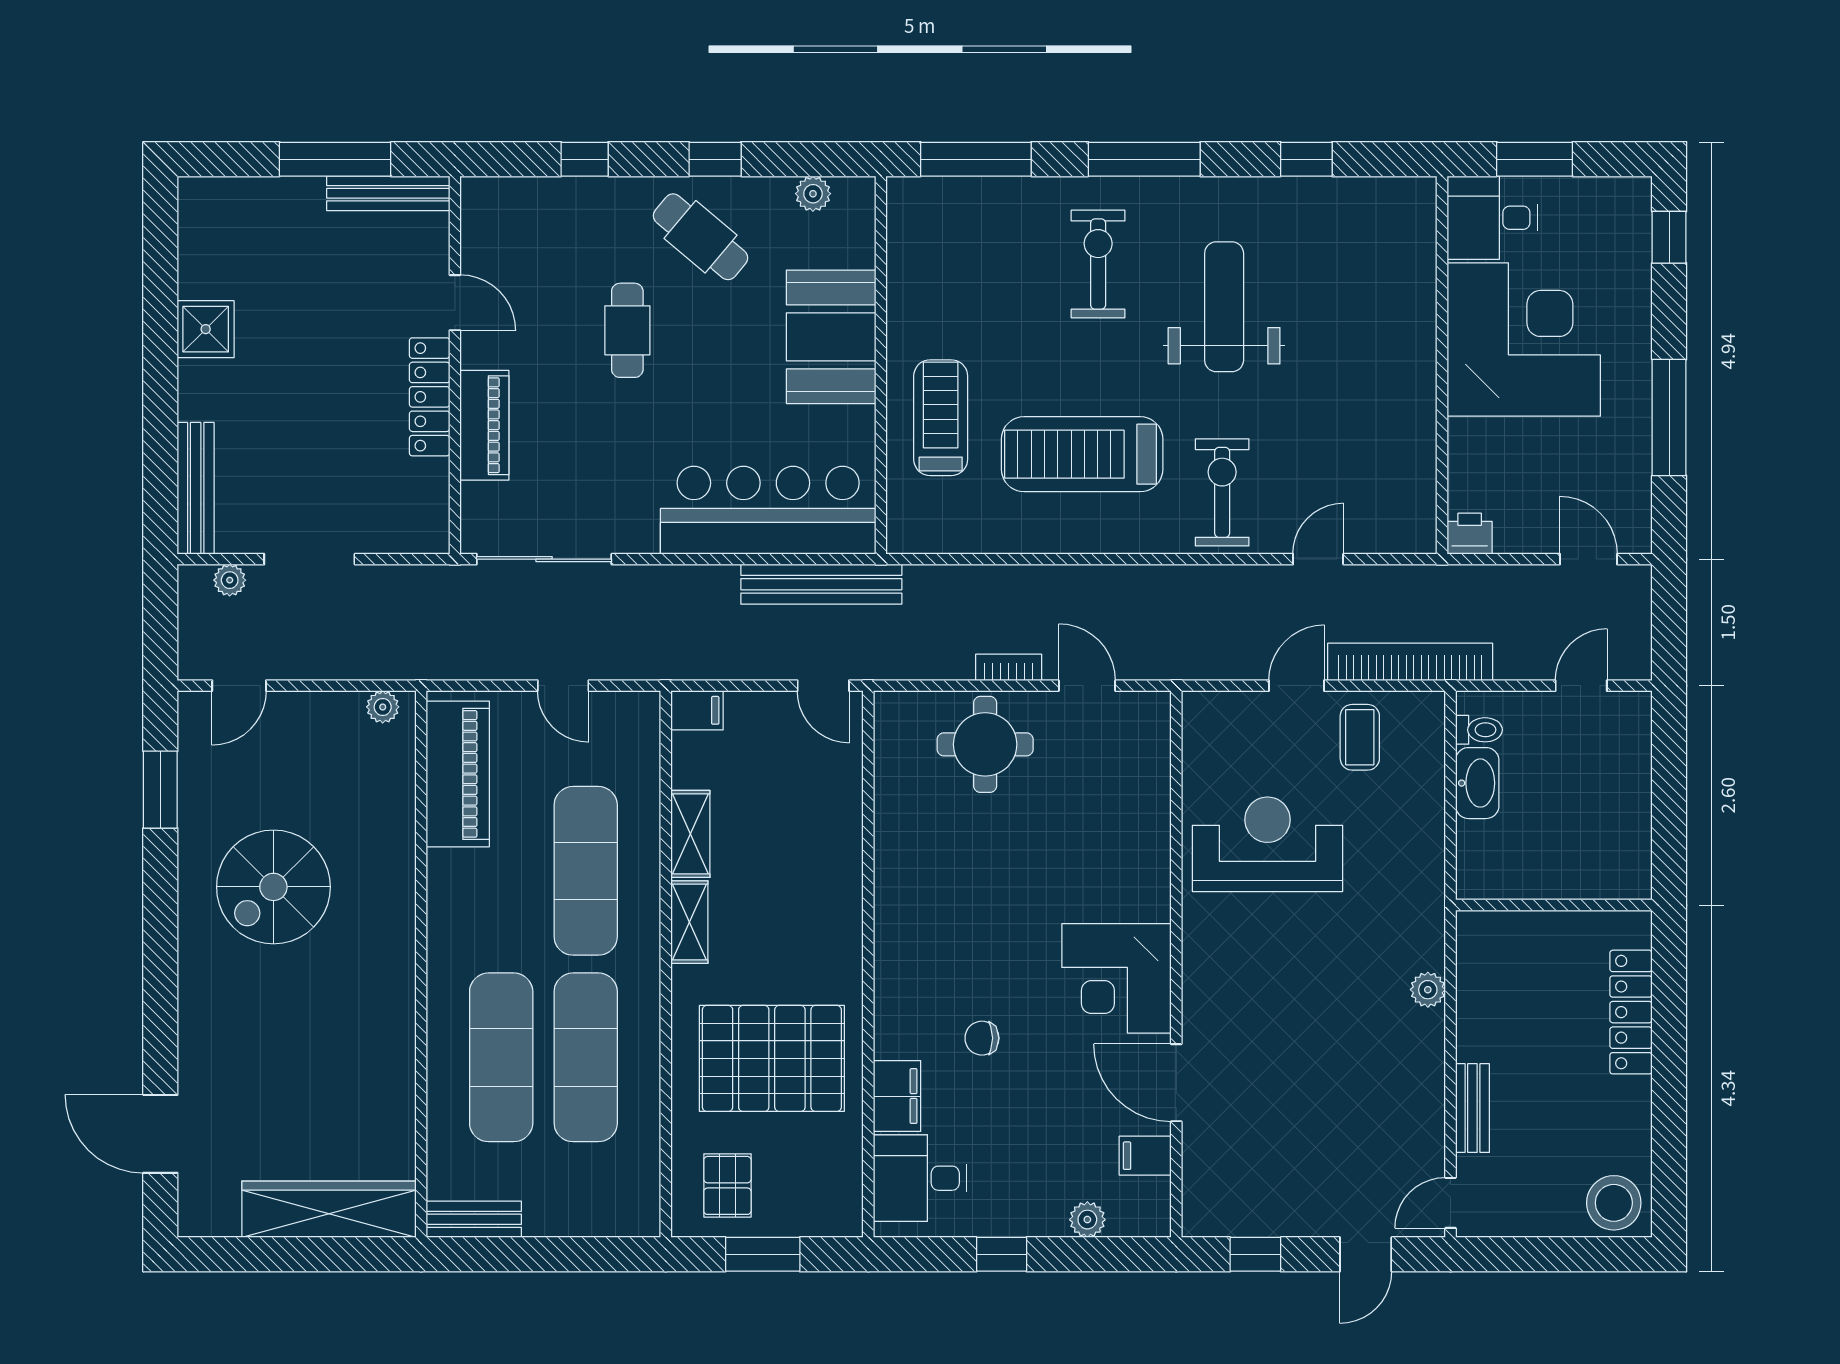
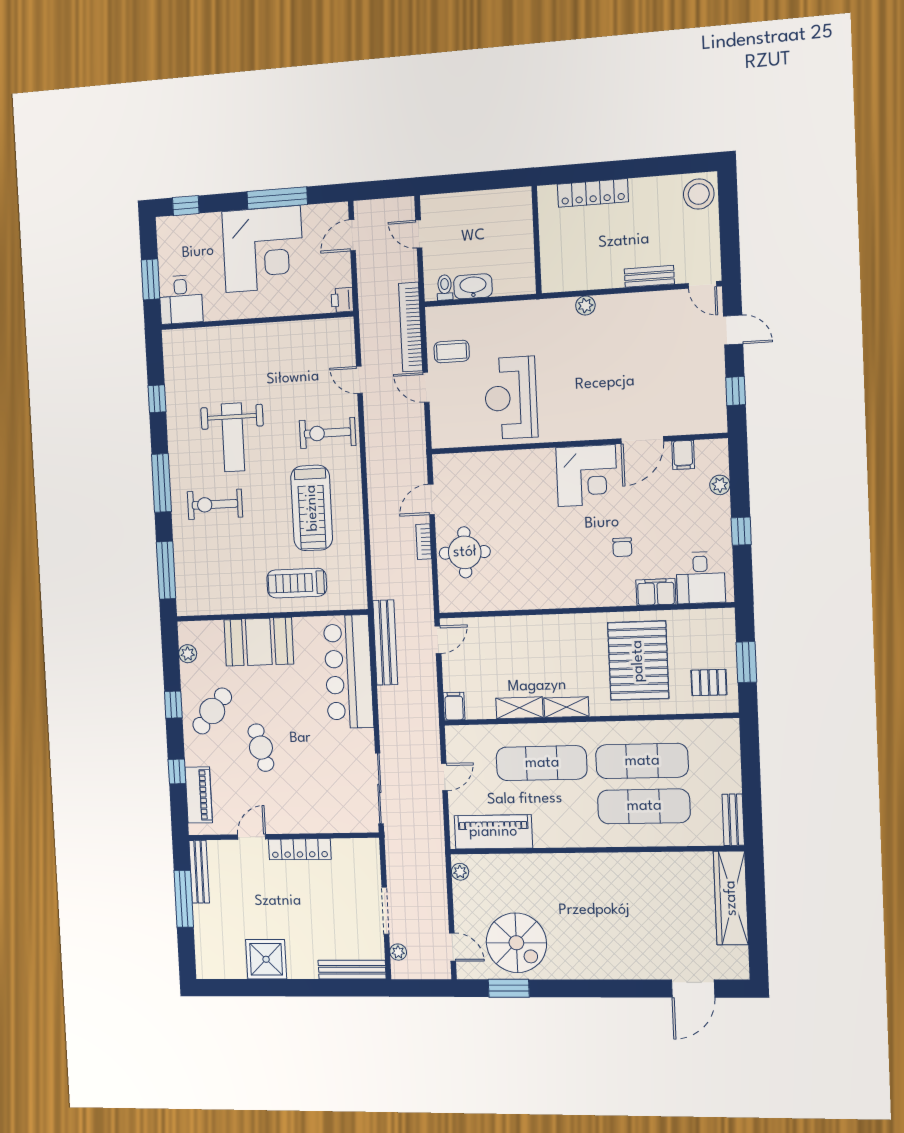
weight bench: (1224, 307) -> (233, 437), turned -90
shower: (206, 329) -> (266, 959), width x1.36, depth x1.36
cafe table: (627, 330) -> (261, 748), turned 76
corner desk: (1524, 340) -> (263, 249), moved, turned 180
piano: (484, 425) -> (199, 795), moved, turned 90
spiral stairs: (273, 887) -> (516, 943), moved

